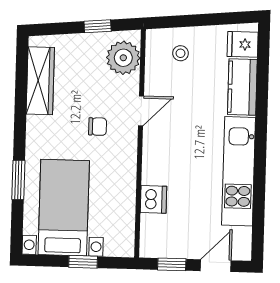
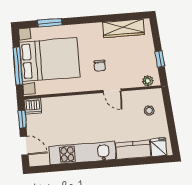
plant: (123, 58) -> (148, 81), width x0.53, depth x0.53
window: (18, 180) -> (50, 23), moved
dishwasher: (153, 199) -> (33, 106), moved
bed with nightstands: (64, 208) -> (50, 60), width x1.36
window: (83, 262) -> (18, 66), width x2.17

